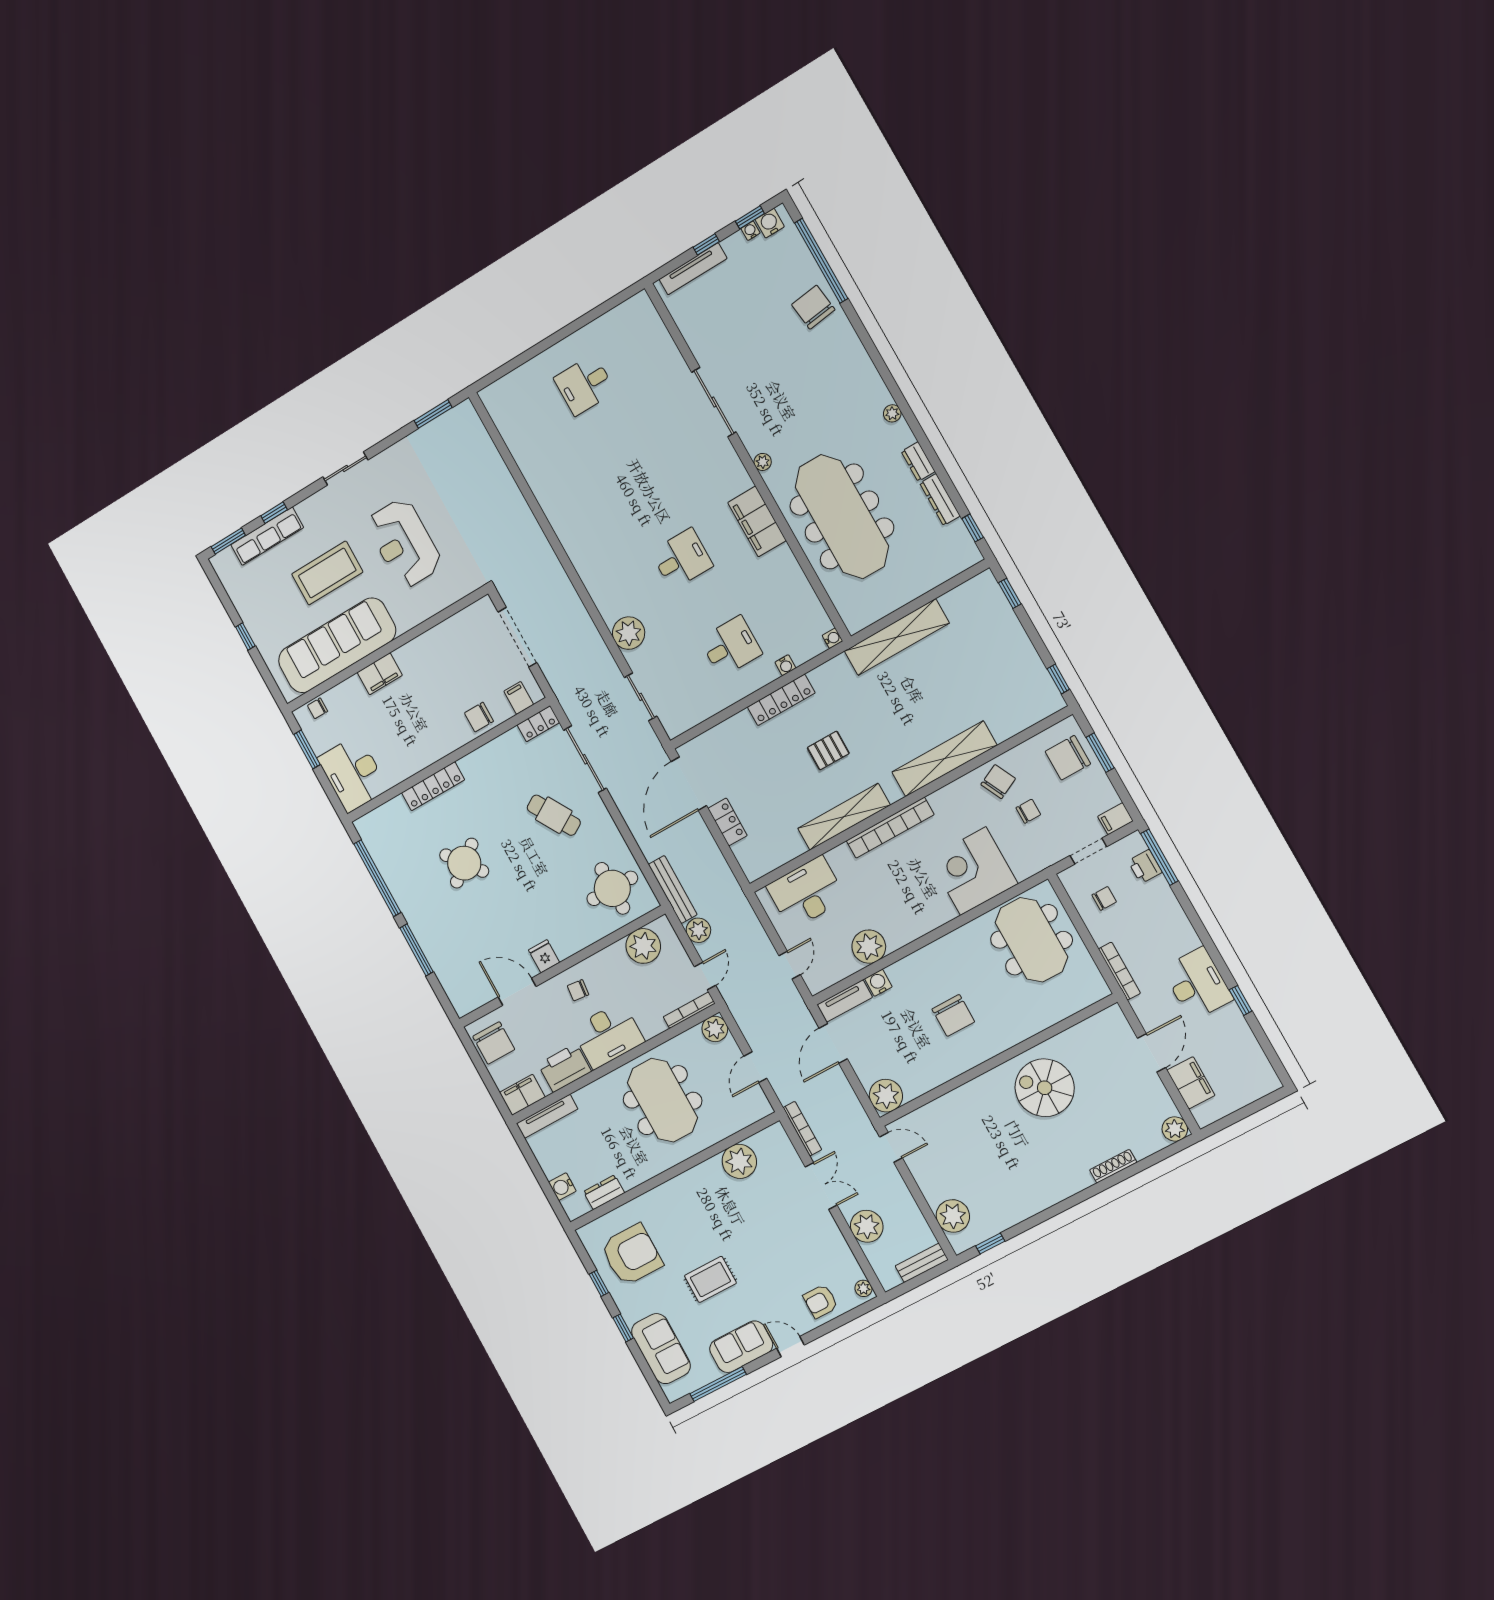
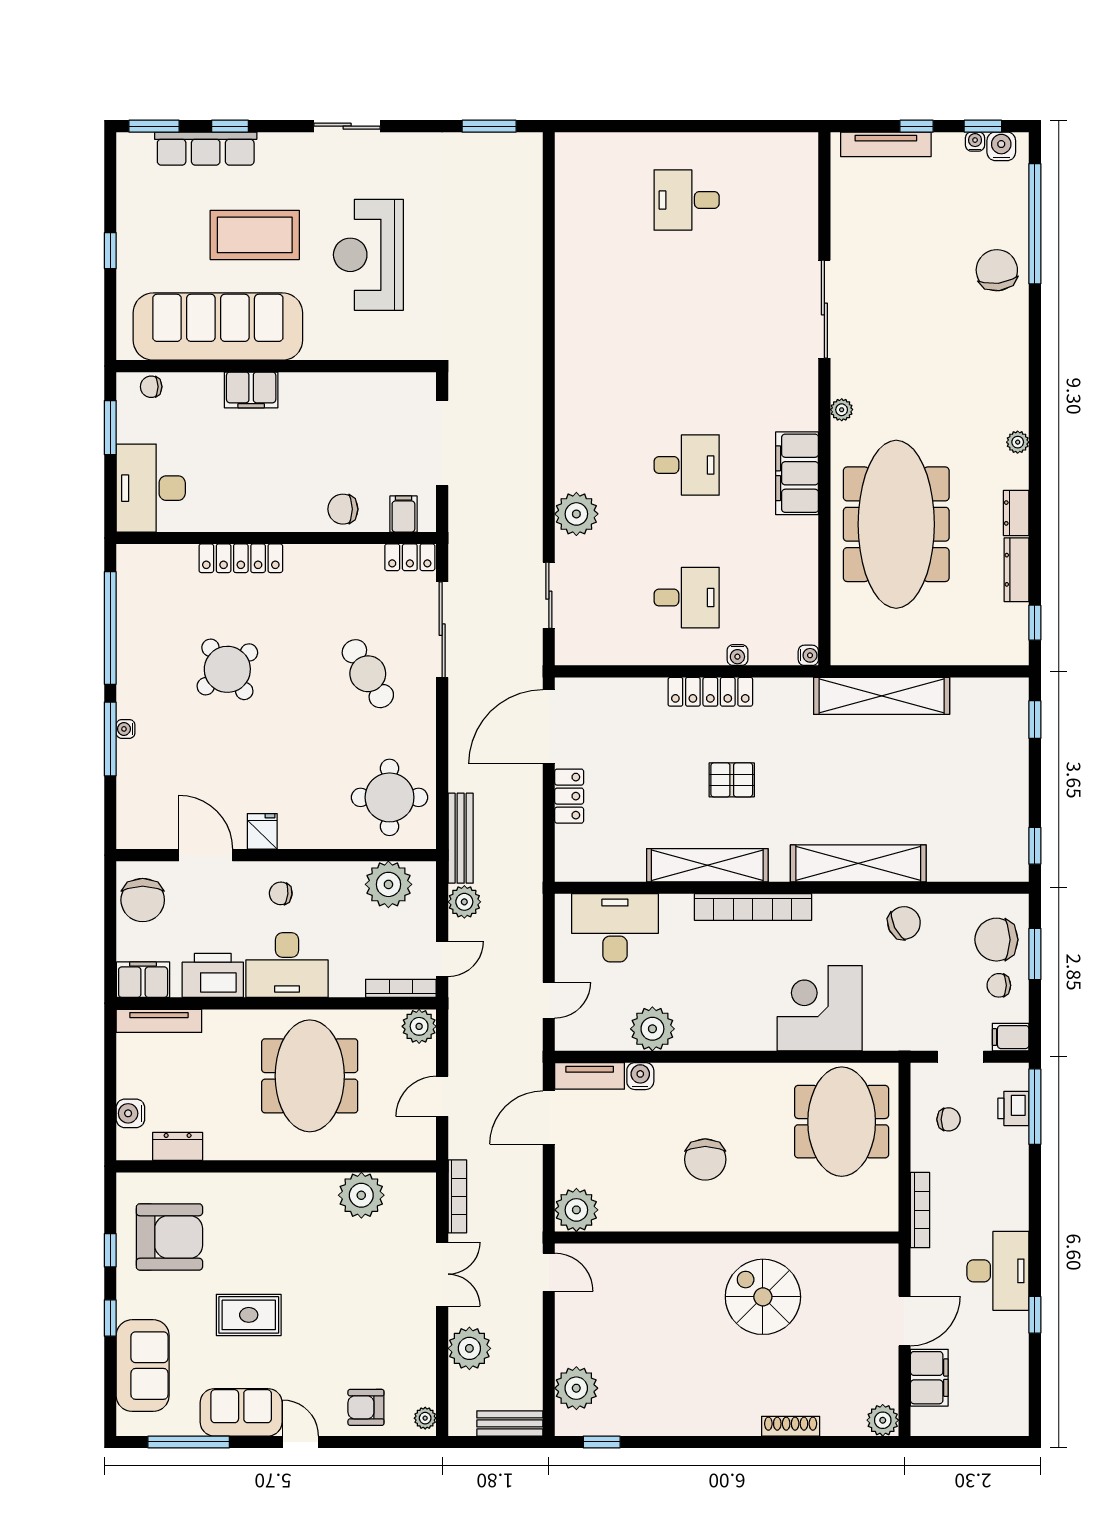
chair: (1028, 811) -> (999, 985), moved, turned 180
water cooler: (422, 938) -> (125, 729), added

